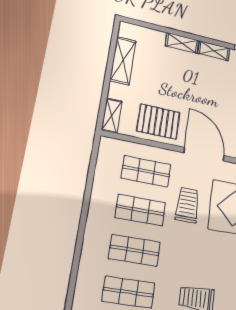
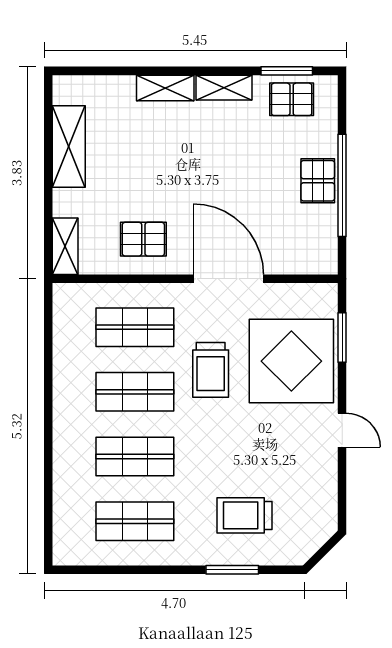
pallet: (158, 122) -> (143, 239), width x0.67, depth x0.71
trolley: (187, 205) -> (211, 370), turned 180

